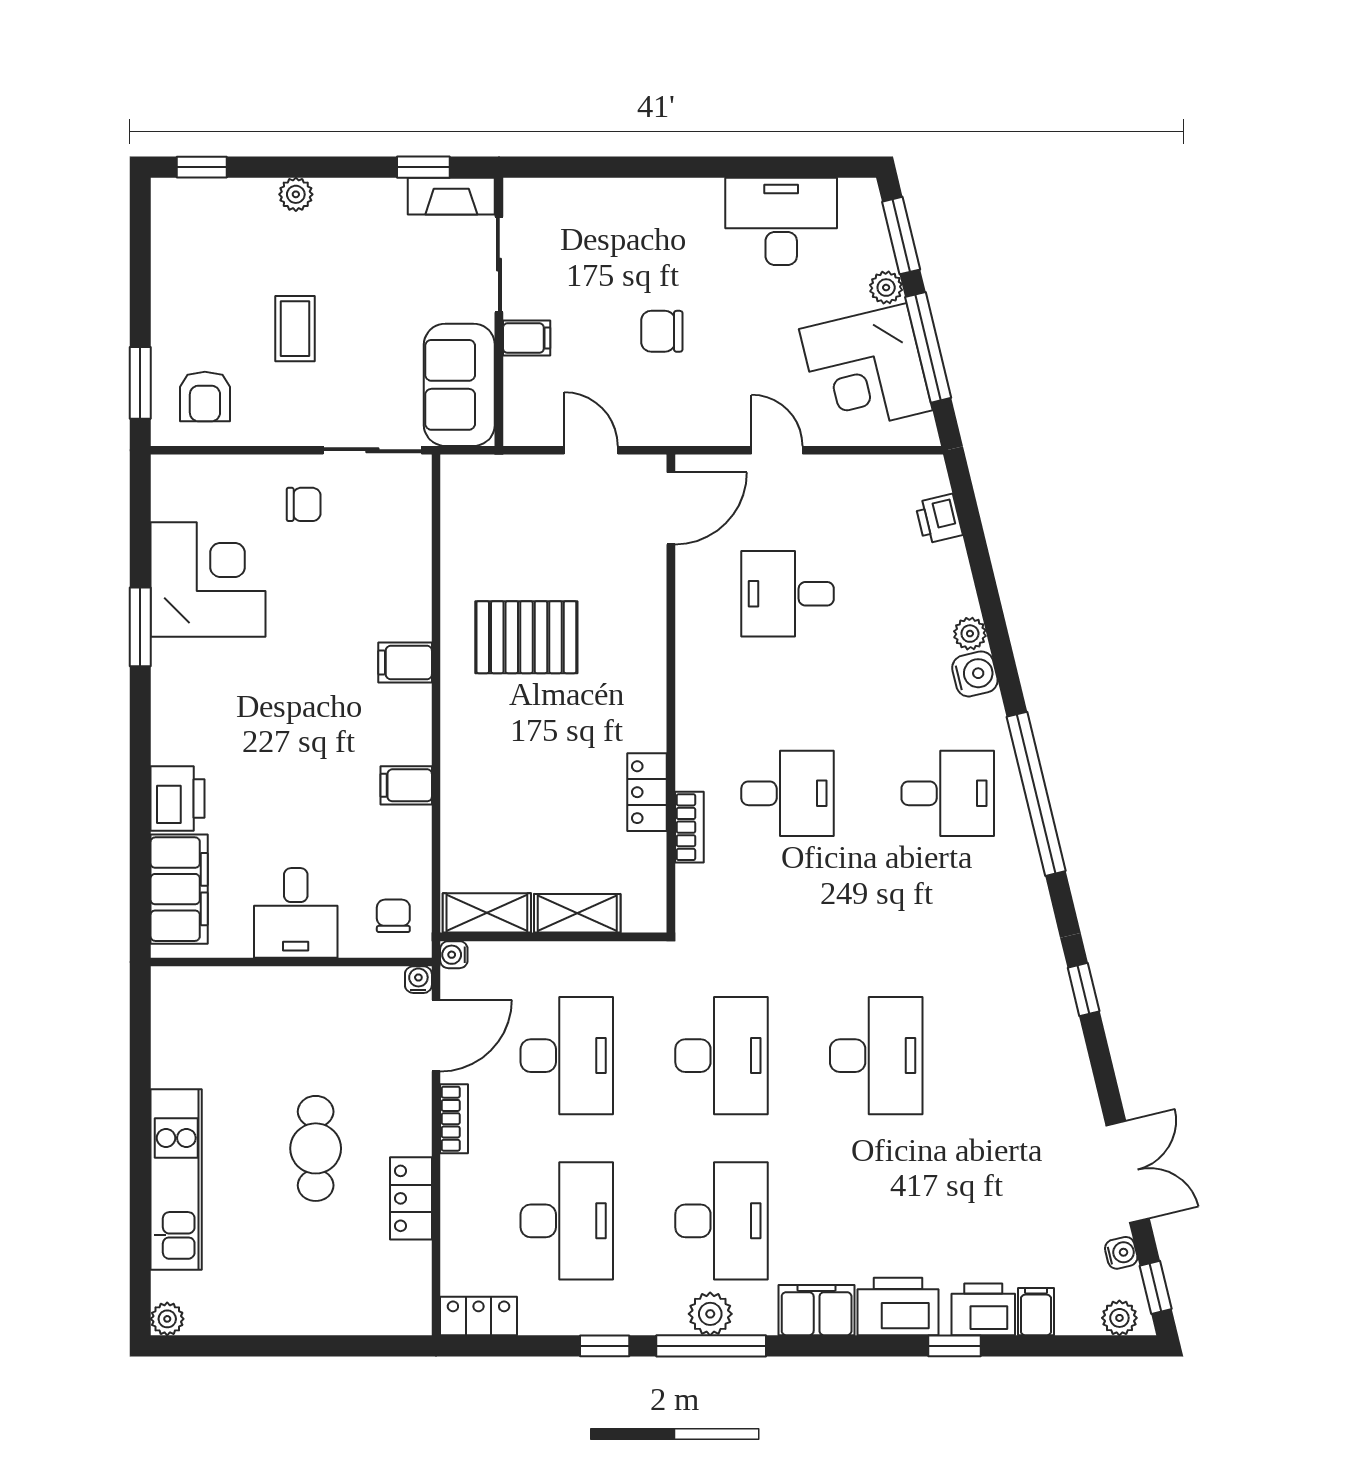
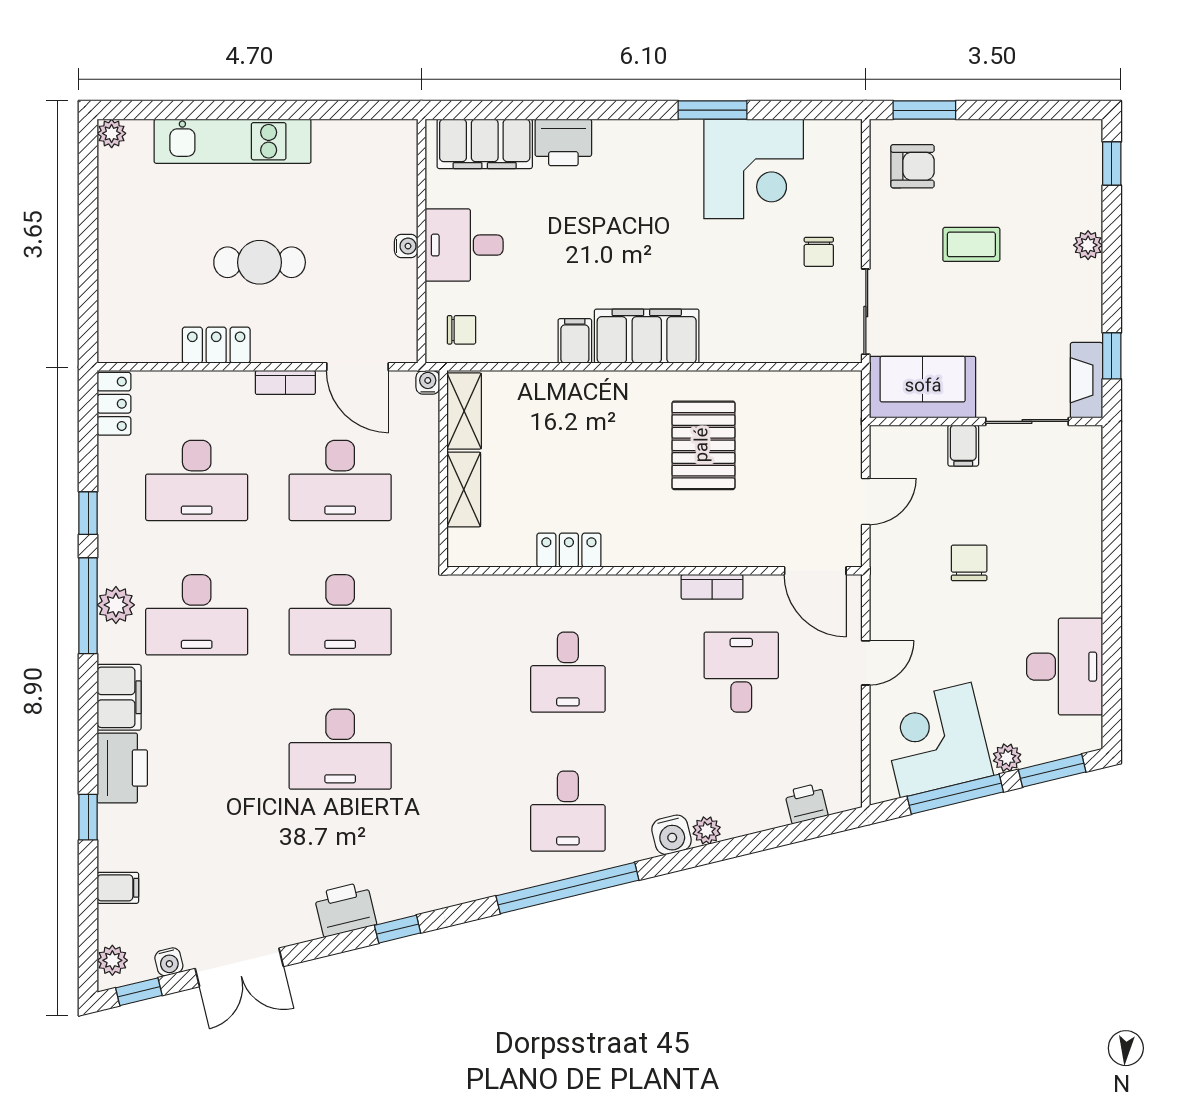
armchair: (205, 397) -> (912, 166), turned 180
filing cabinet: (405, 662) -> (647, 336), width x3.00, depth x1.17
bookcase: (689, 827) -> (712, 587), moved
water cooler: (418, 980) -> (406, 246), moved
printer: (983, 1309) -> (345, 909), moved, turned -104

